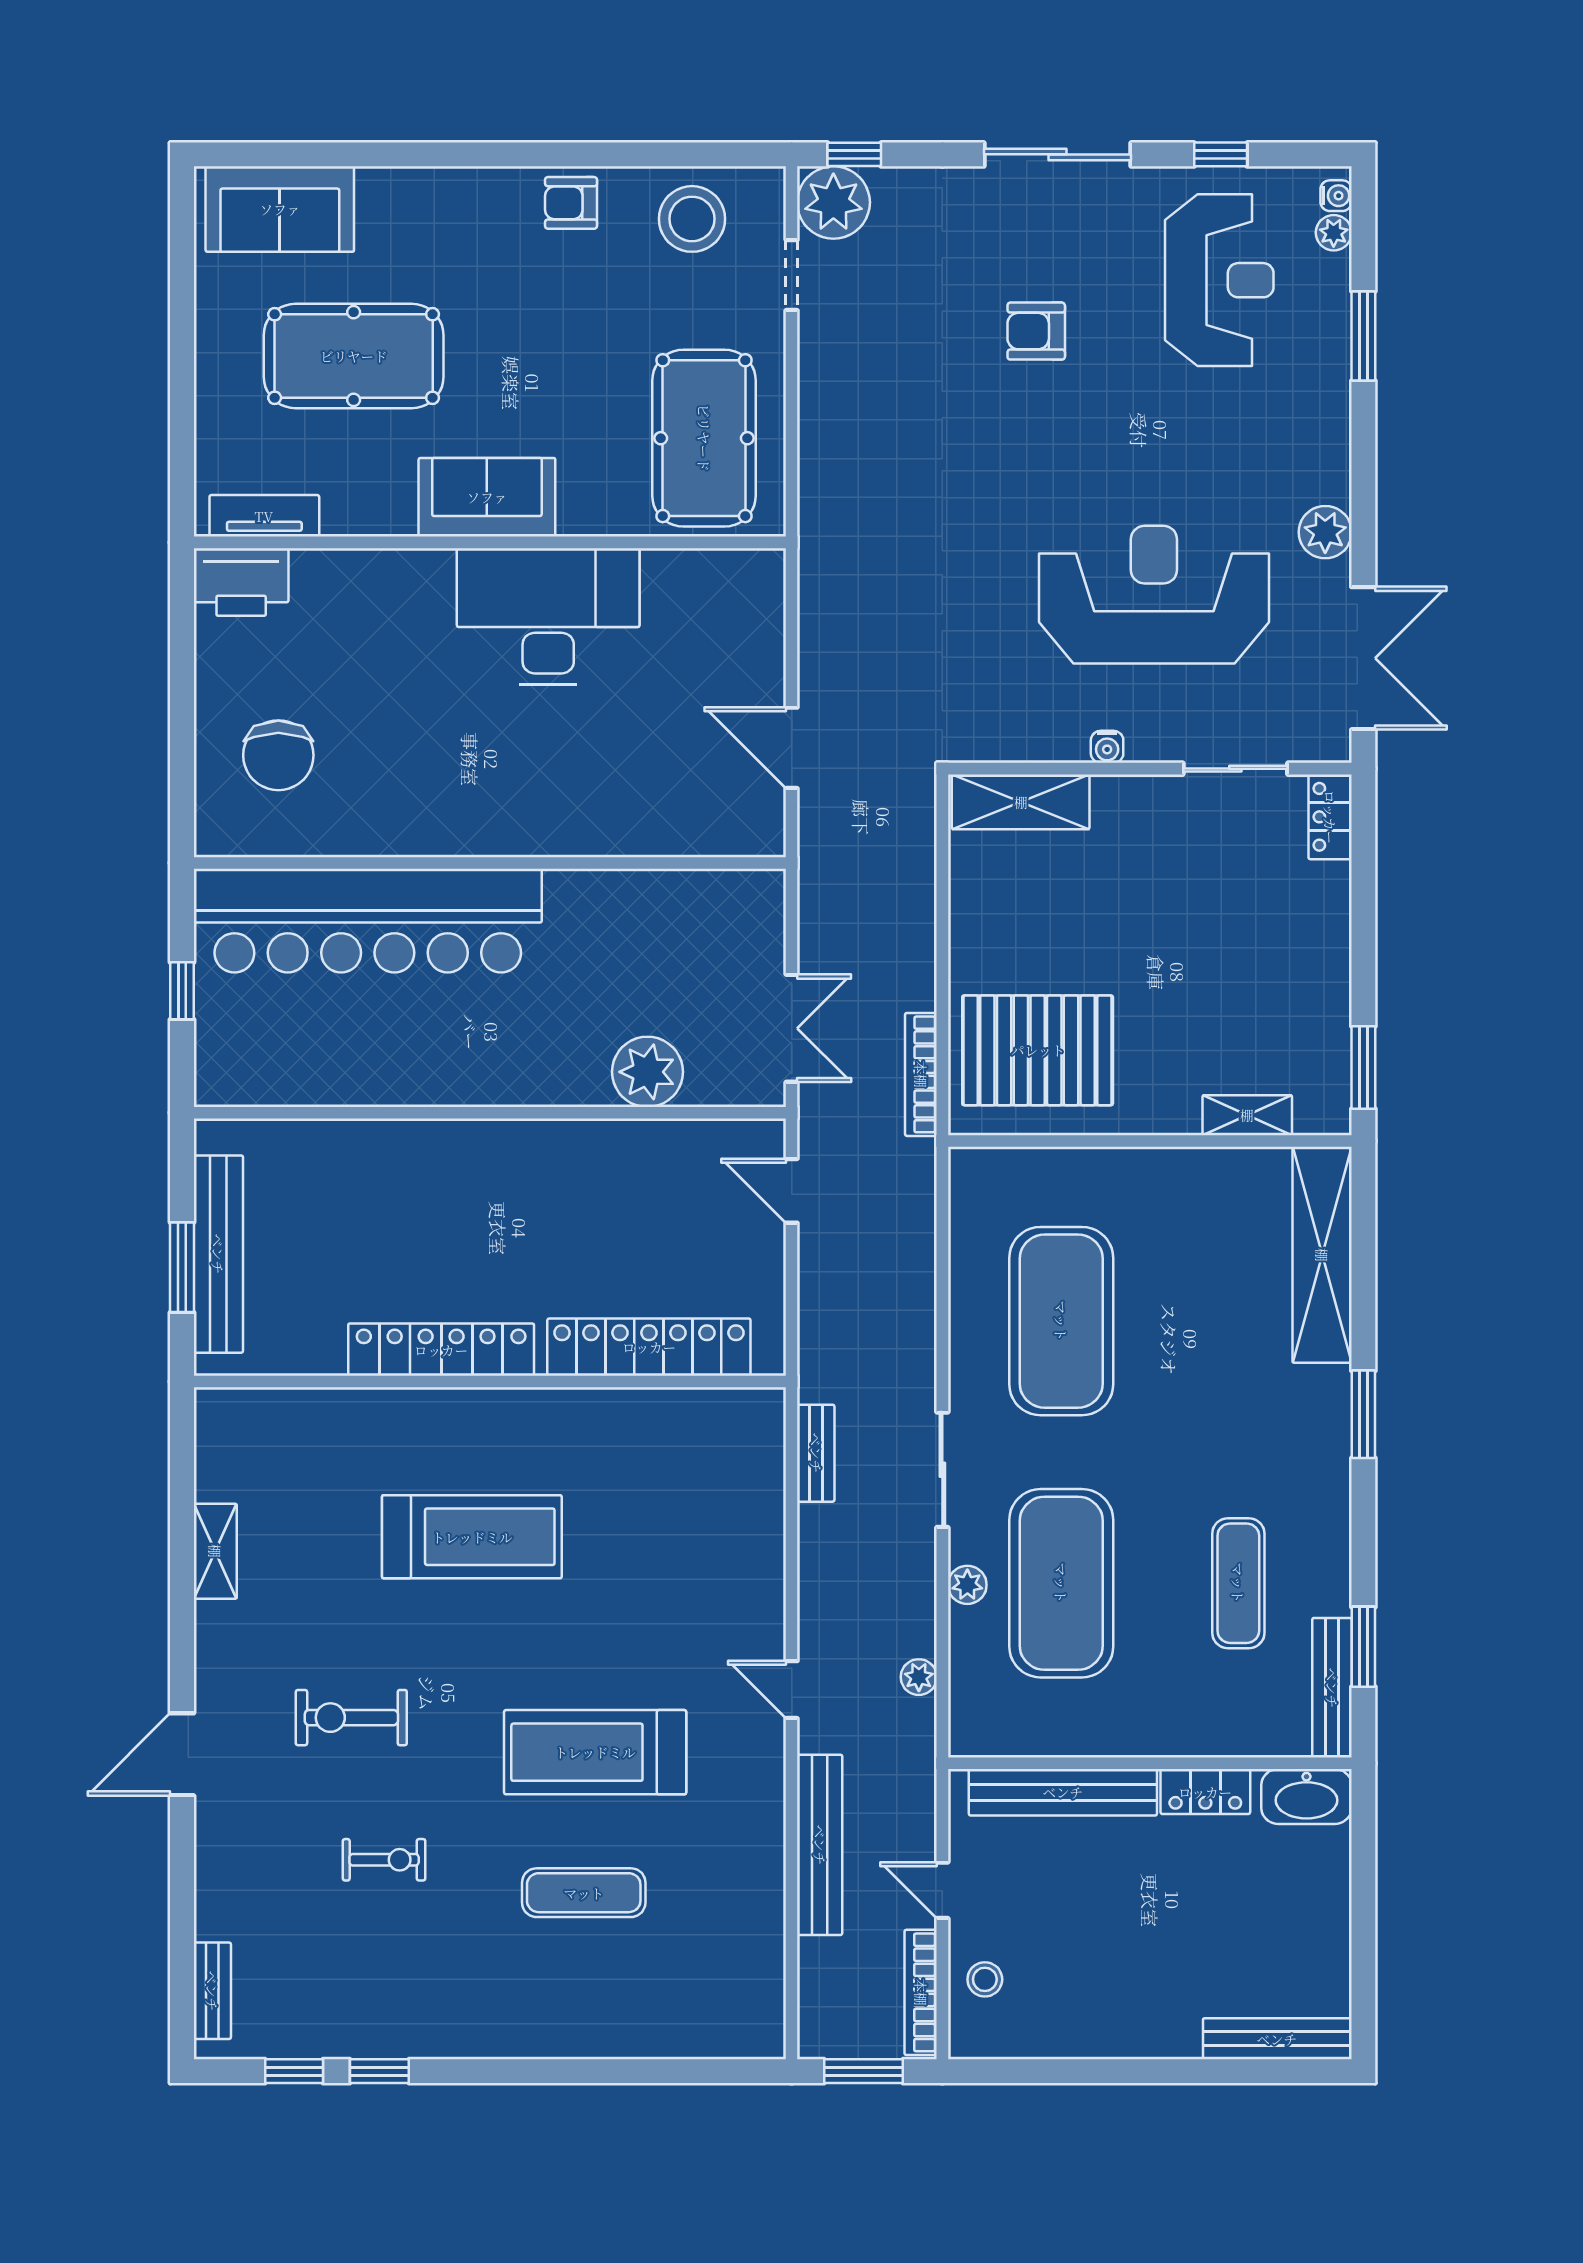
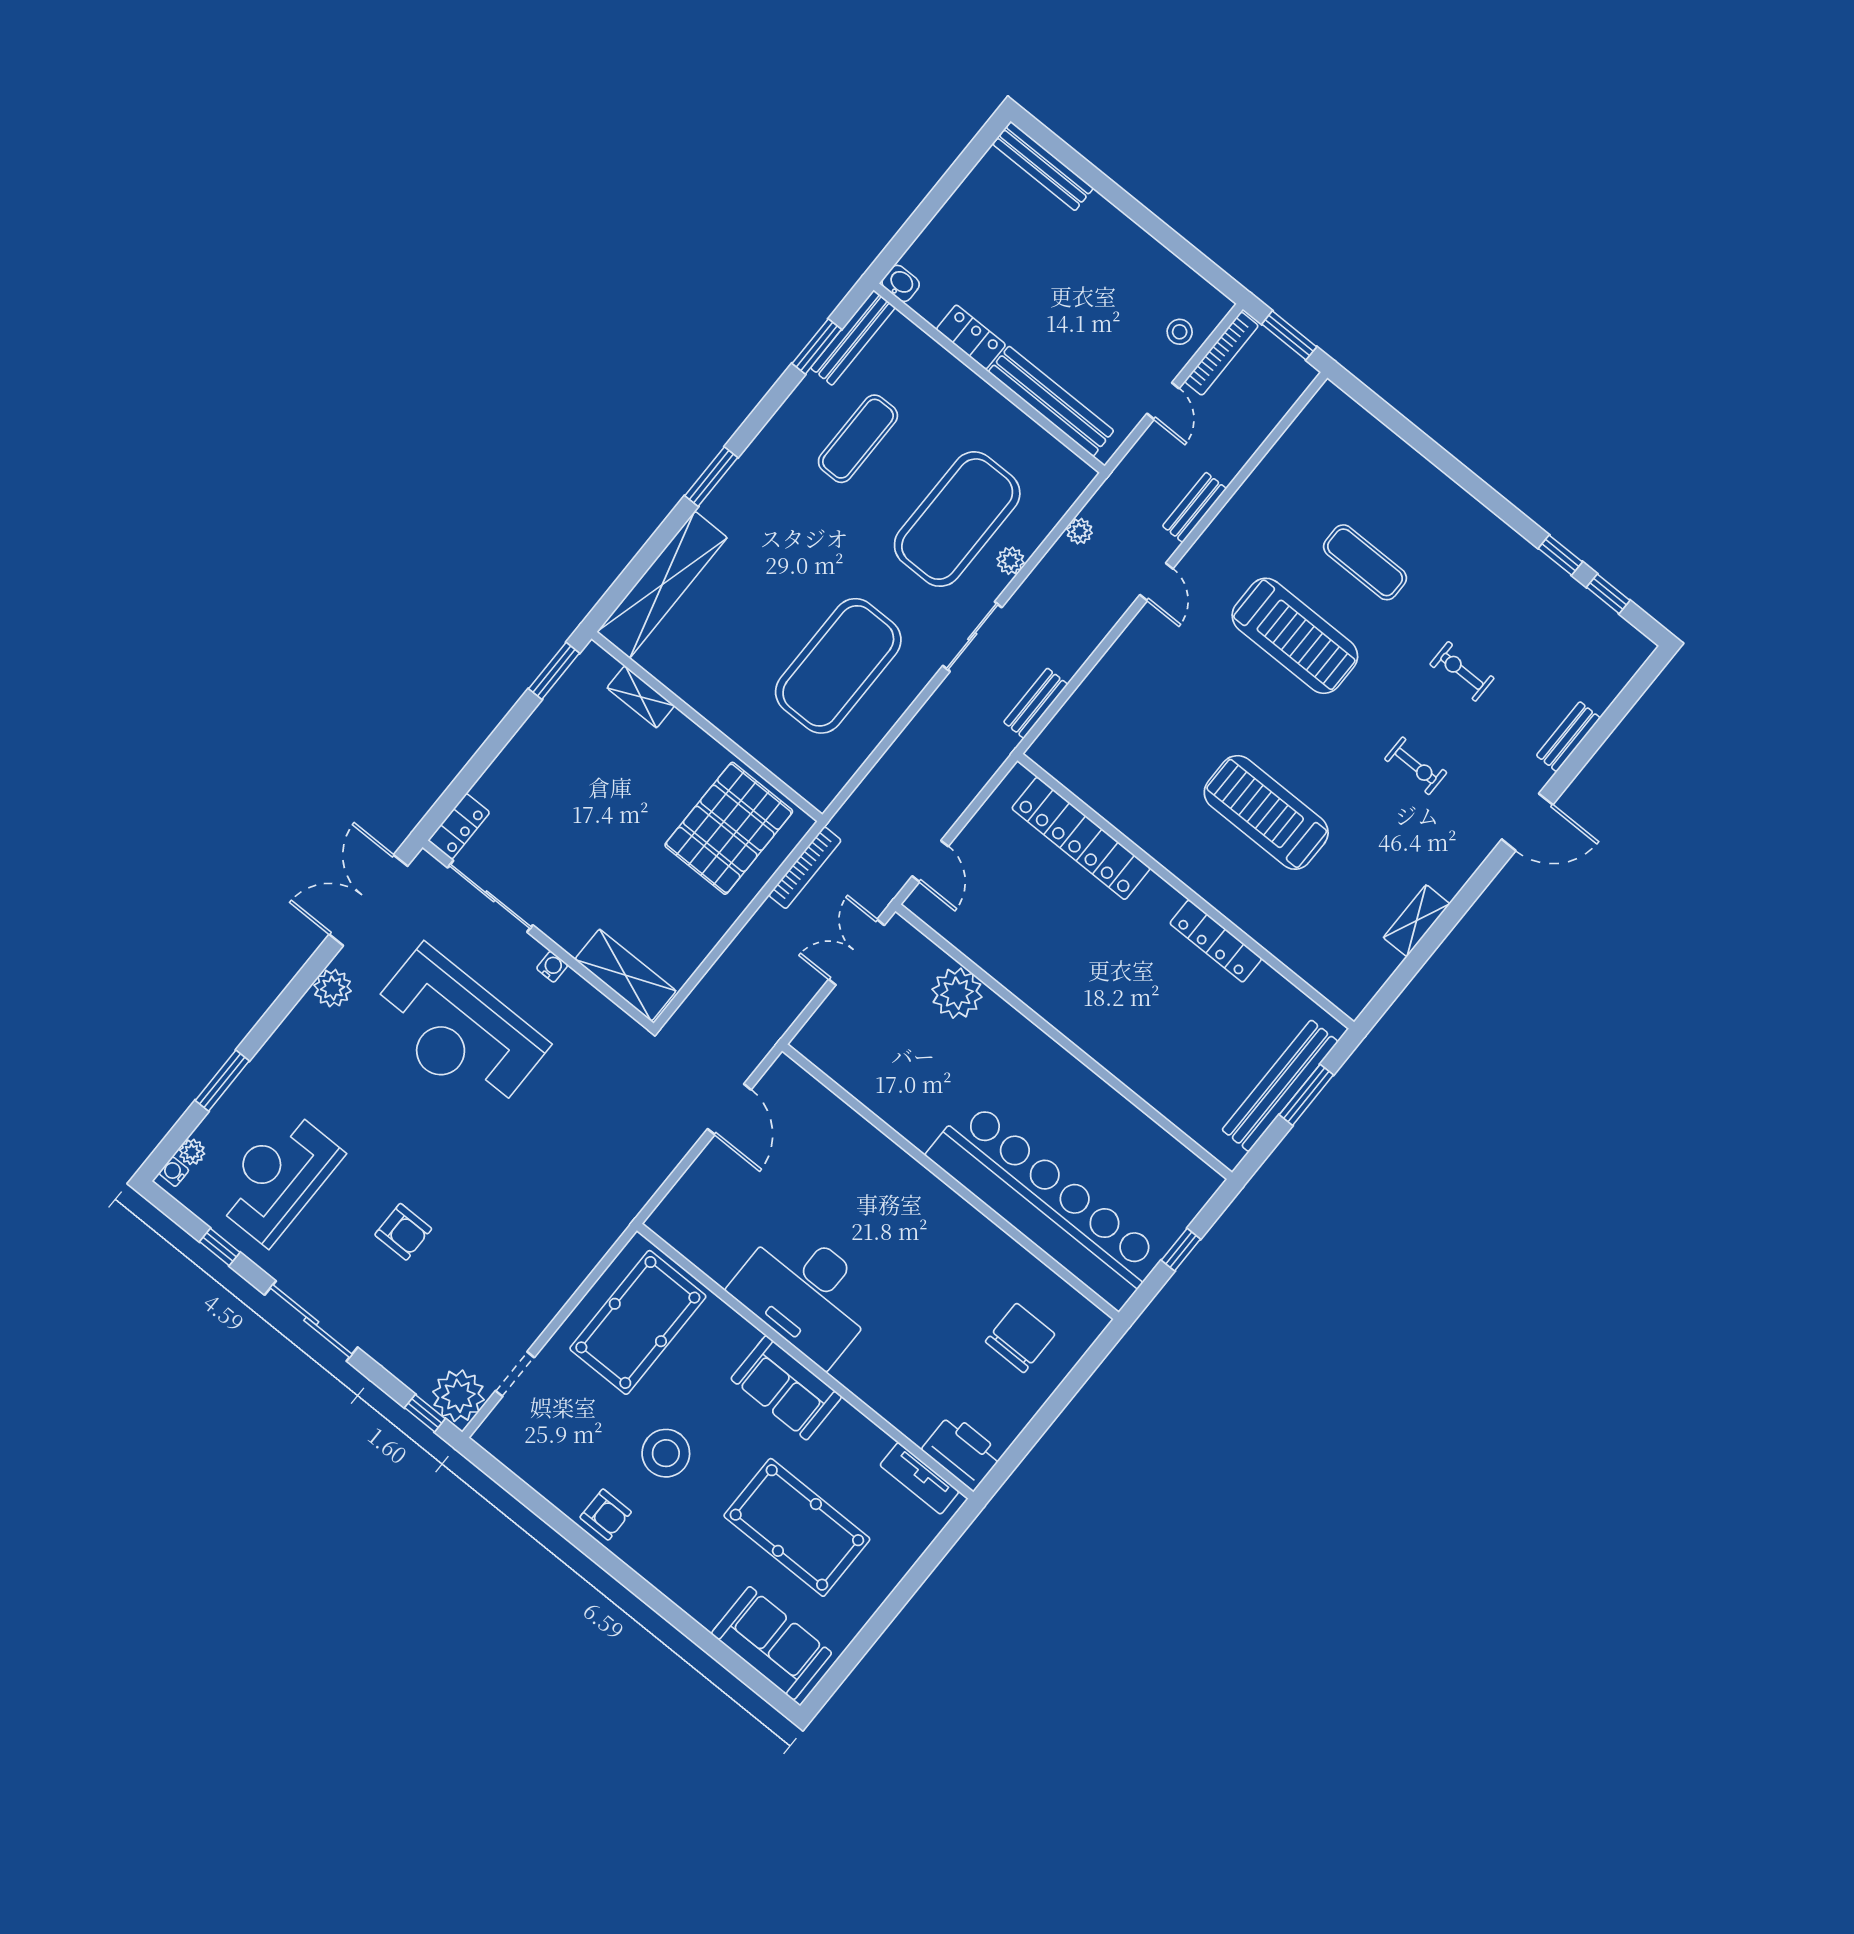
stool: (692, 219) -> (666, 1453), moved
sliding door: (1235, 769) -> (490, 896), width x1.37
pallet: (1038, 1050) -> (729, 828), turned 90
locker: (441, 1350) -> (1216, 941), width x0.71, depth x0.83
exercise bike: (351, 1718) -> (1416, 766), width x0.73, depth x0.72
washbasin: (1306, 1796) -> (901, 283), width x0.52, depth x0.69
bench: (820, 1845) -> (1194, 507), width x0.54, depth x0.82
bench: (212, 1991) -> (1568, 737), moved

